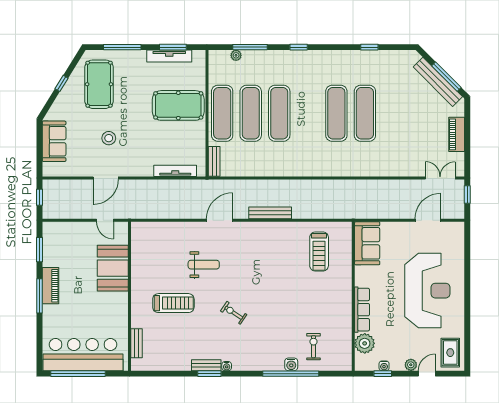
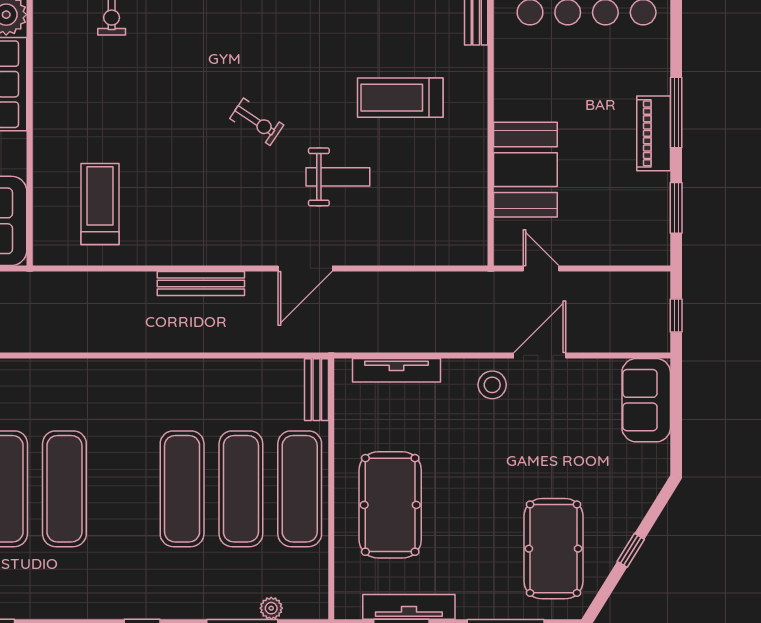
pool table: (178, 105) -> (390, 505), turned 90
stool: (109, 138) -> (492, 385), moved
sofa: (54, 141) -> (646, 400), moved
weight bench: (204, 265) -> (338, 177), turned 180
exercise bike: (234, 313) -> (257, 122), moved

